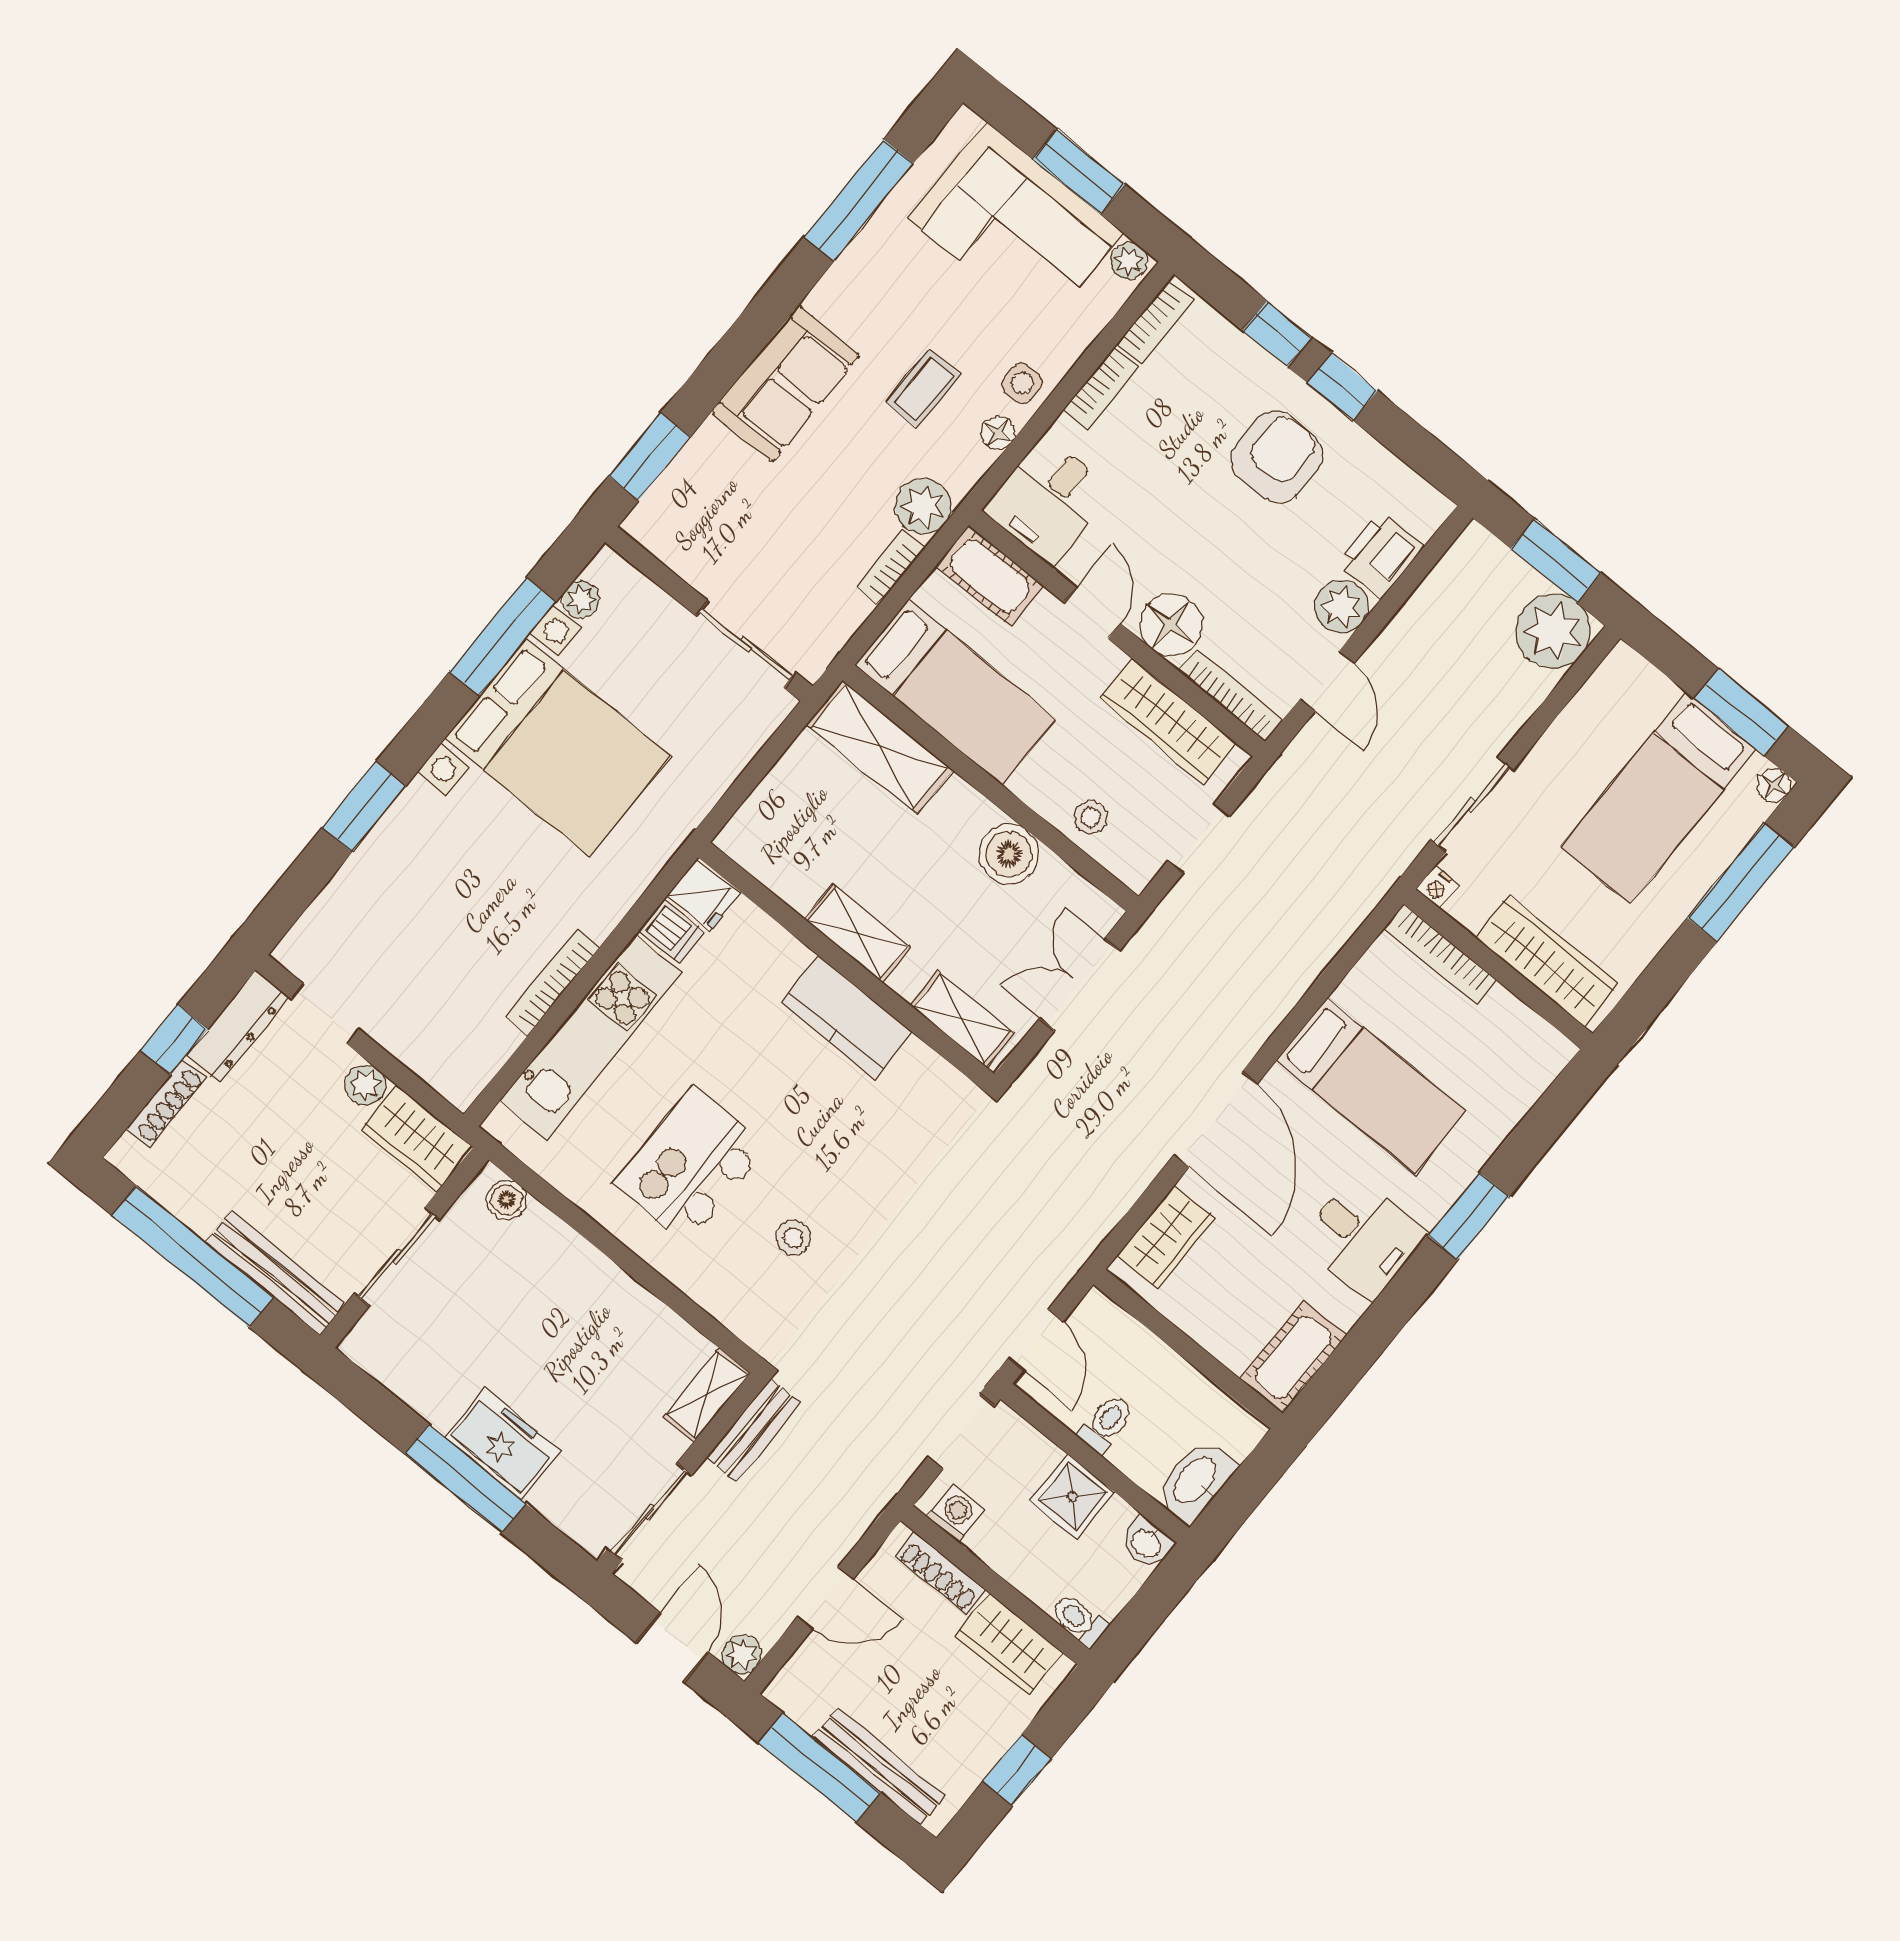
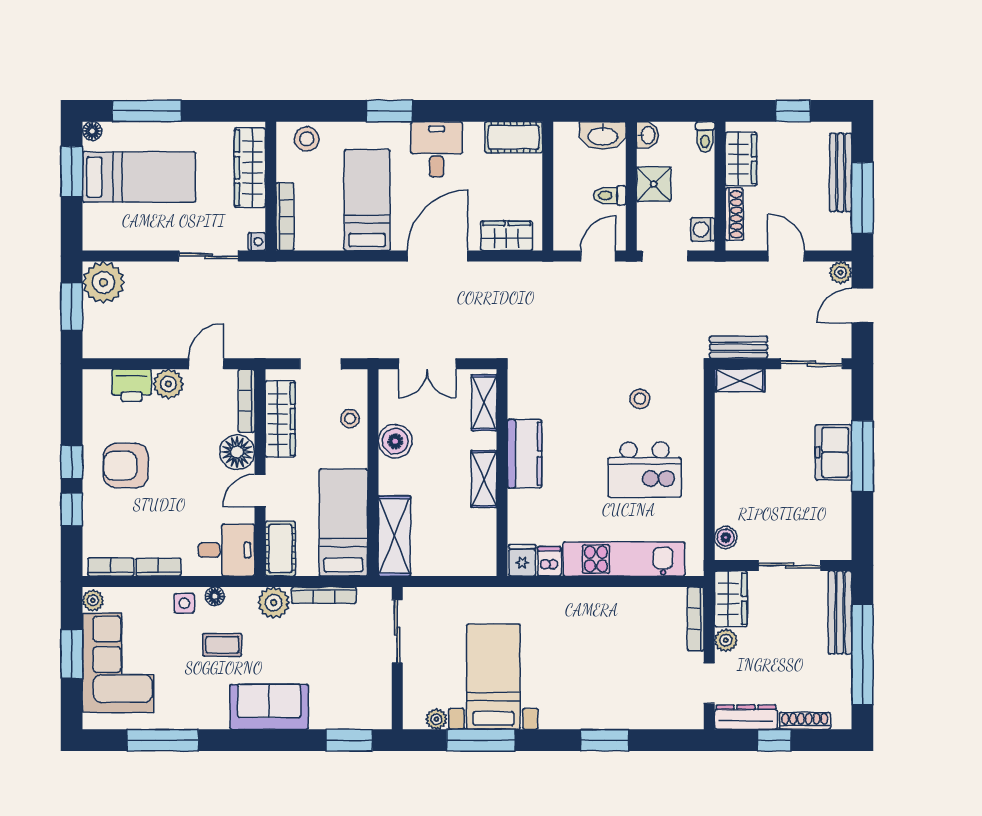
bookcase: (890, 568) -> (324, 595), width x1.56
bed with nightstands: (558, 747) -> (493, 677), width x0.73
bookcase: (552, 982) -> (696, 619), moved, turned 90
stool: (1523, 1071) -> (307, 139), added

